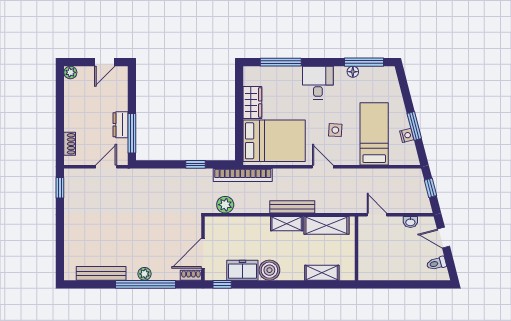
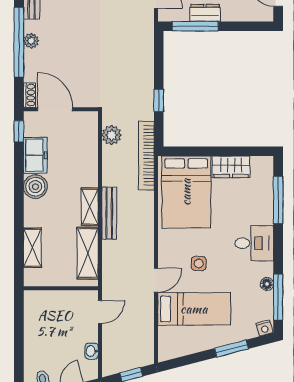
window: (414, 126) -> (231, 348), moved
nightstand: (407, 135) -> (265, 328), moved
door: (323, 167) -> (156, 280), moved

